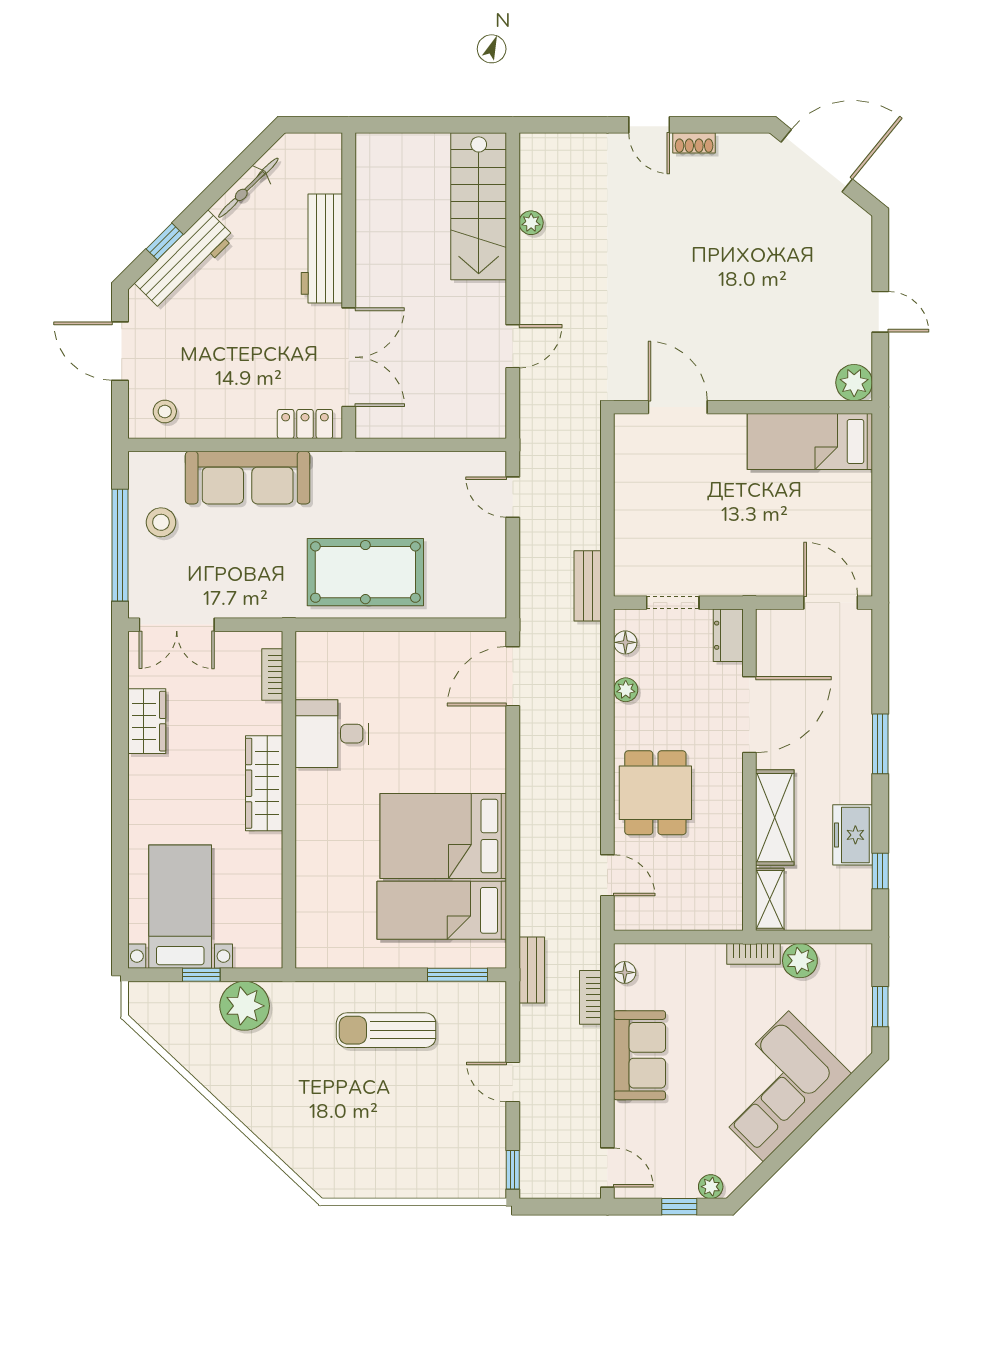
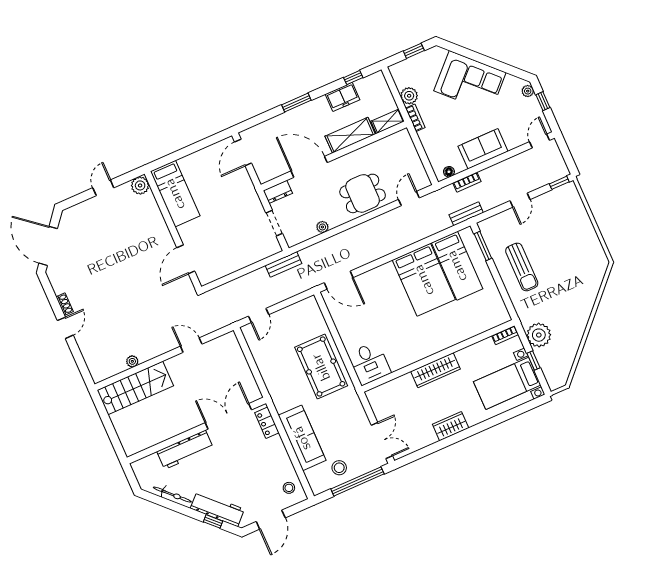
floor lamp: (625, 642) -> (301, 237), removed
bookcase: (272, 674) -> (505, 335), moved
wardrobe: (147, 721) -> (451, 426), moved
desk: (332, 734) -> (369, 363), moved

